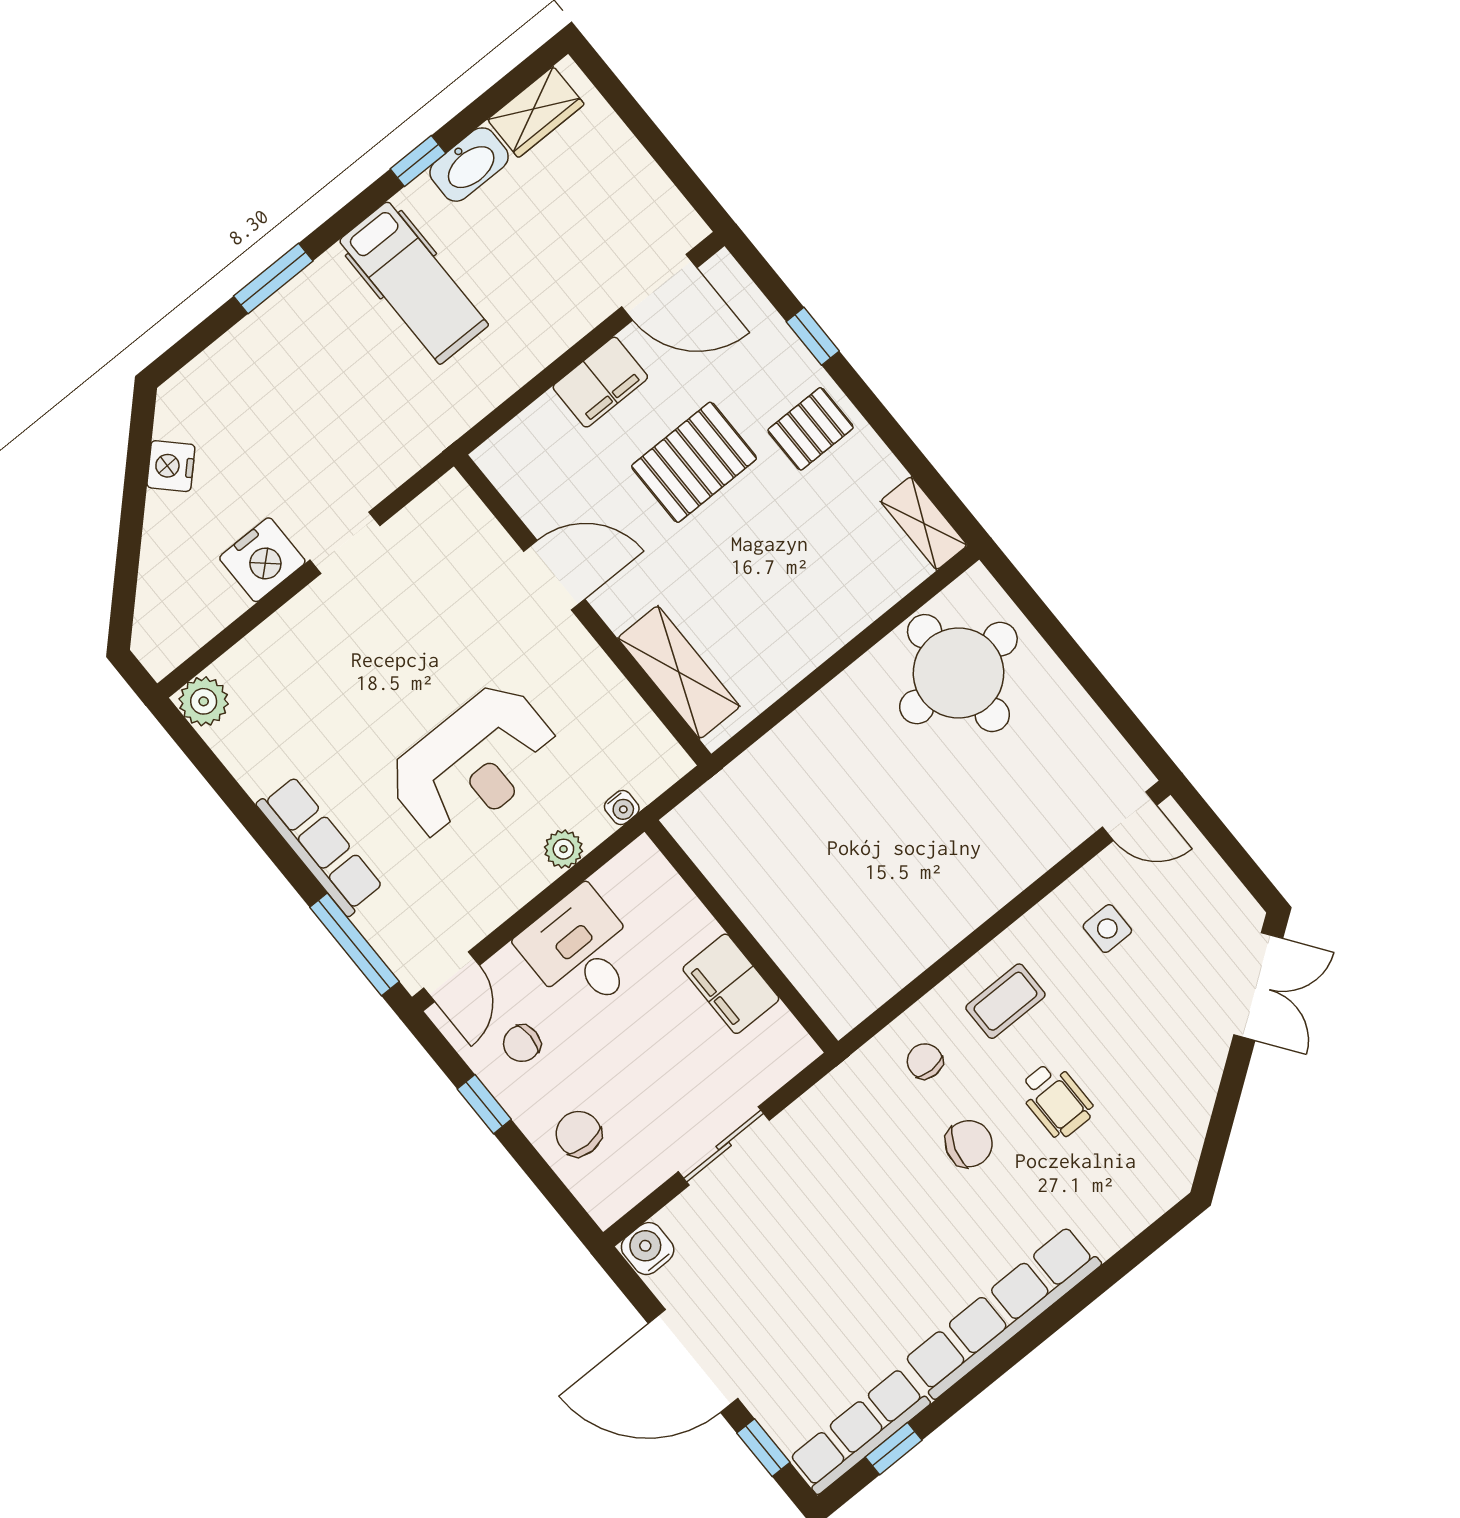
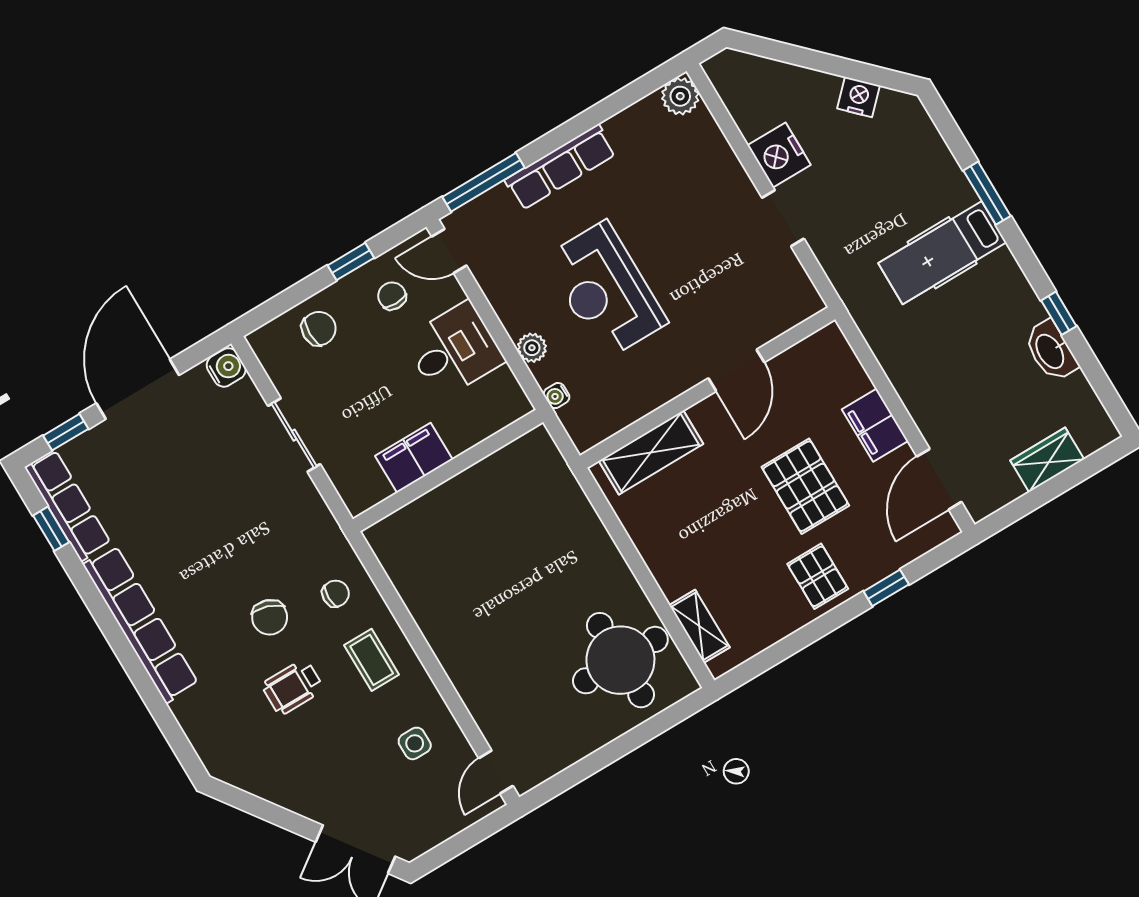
wardrobe: (536, 112) -> (1047, 460), moved, turned 90
hospital bed: (414, 283) -> (942, 253), moved
shelving: (924, 523) -> (699, 626), moved, turned 90

